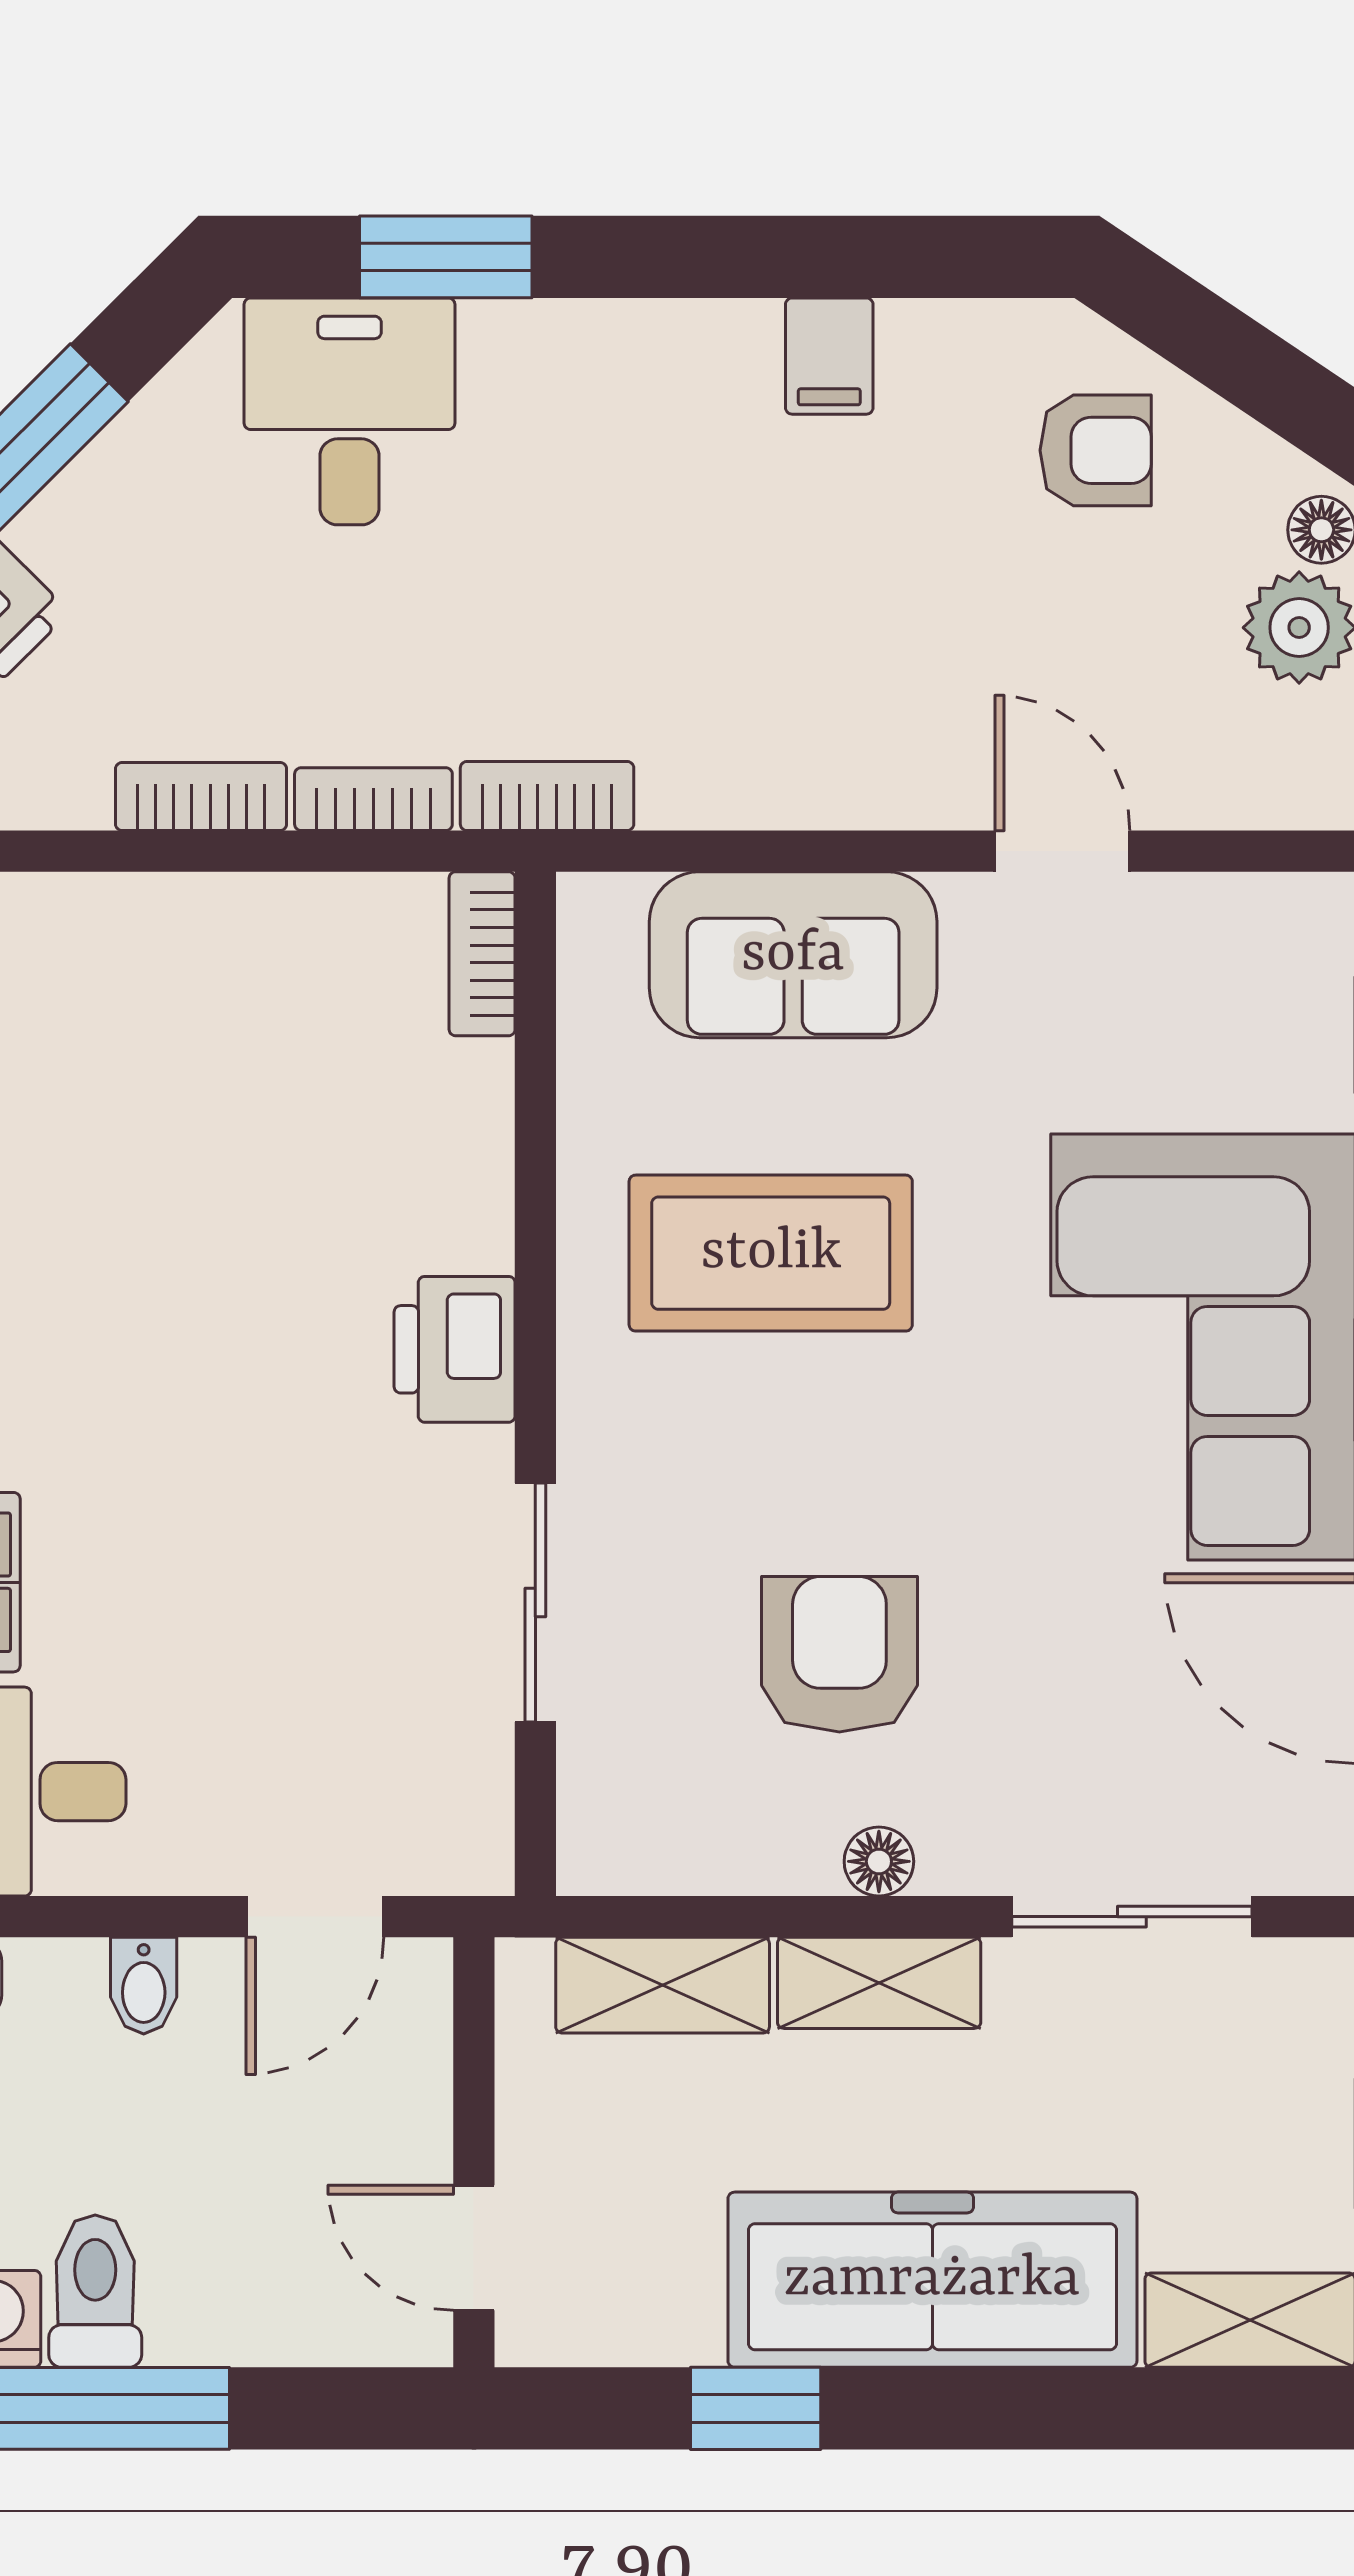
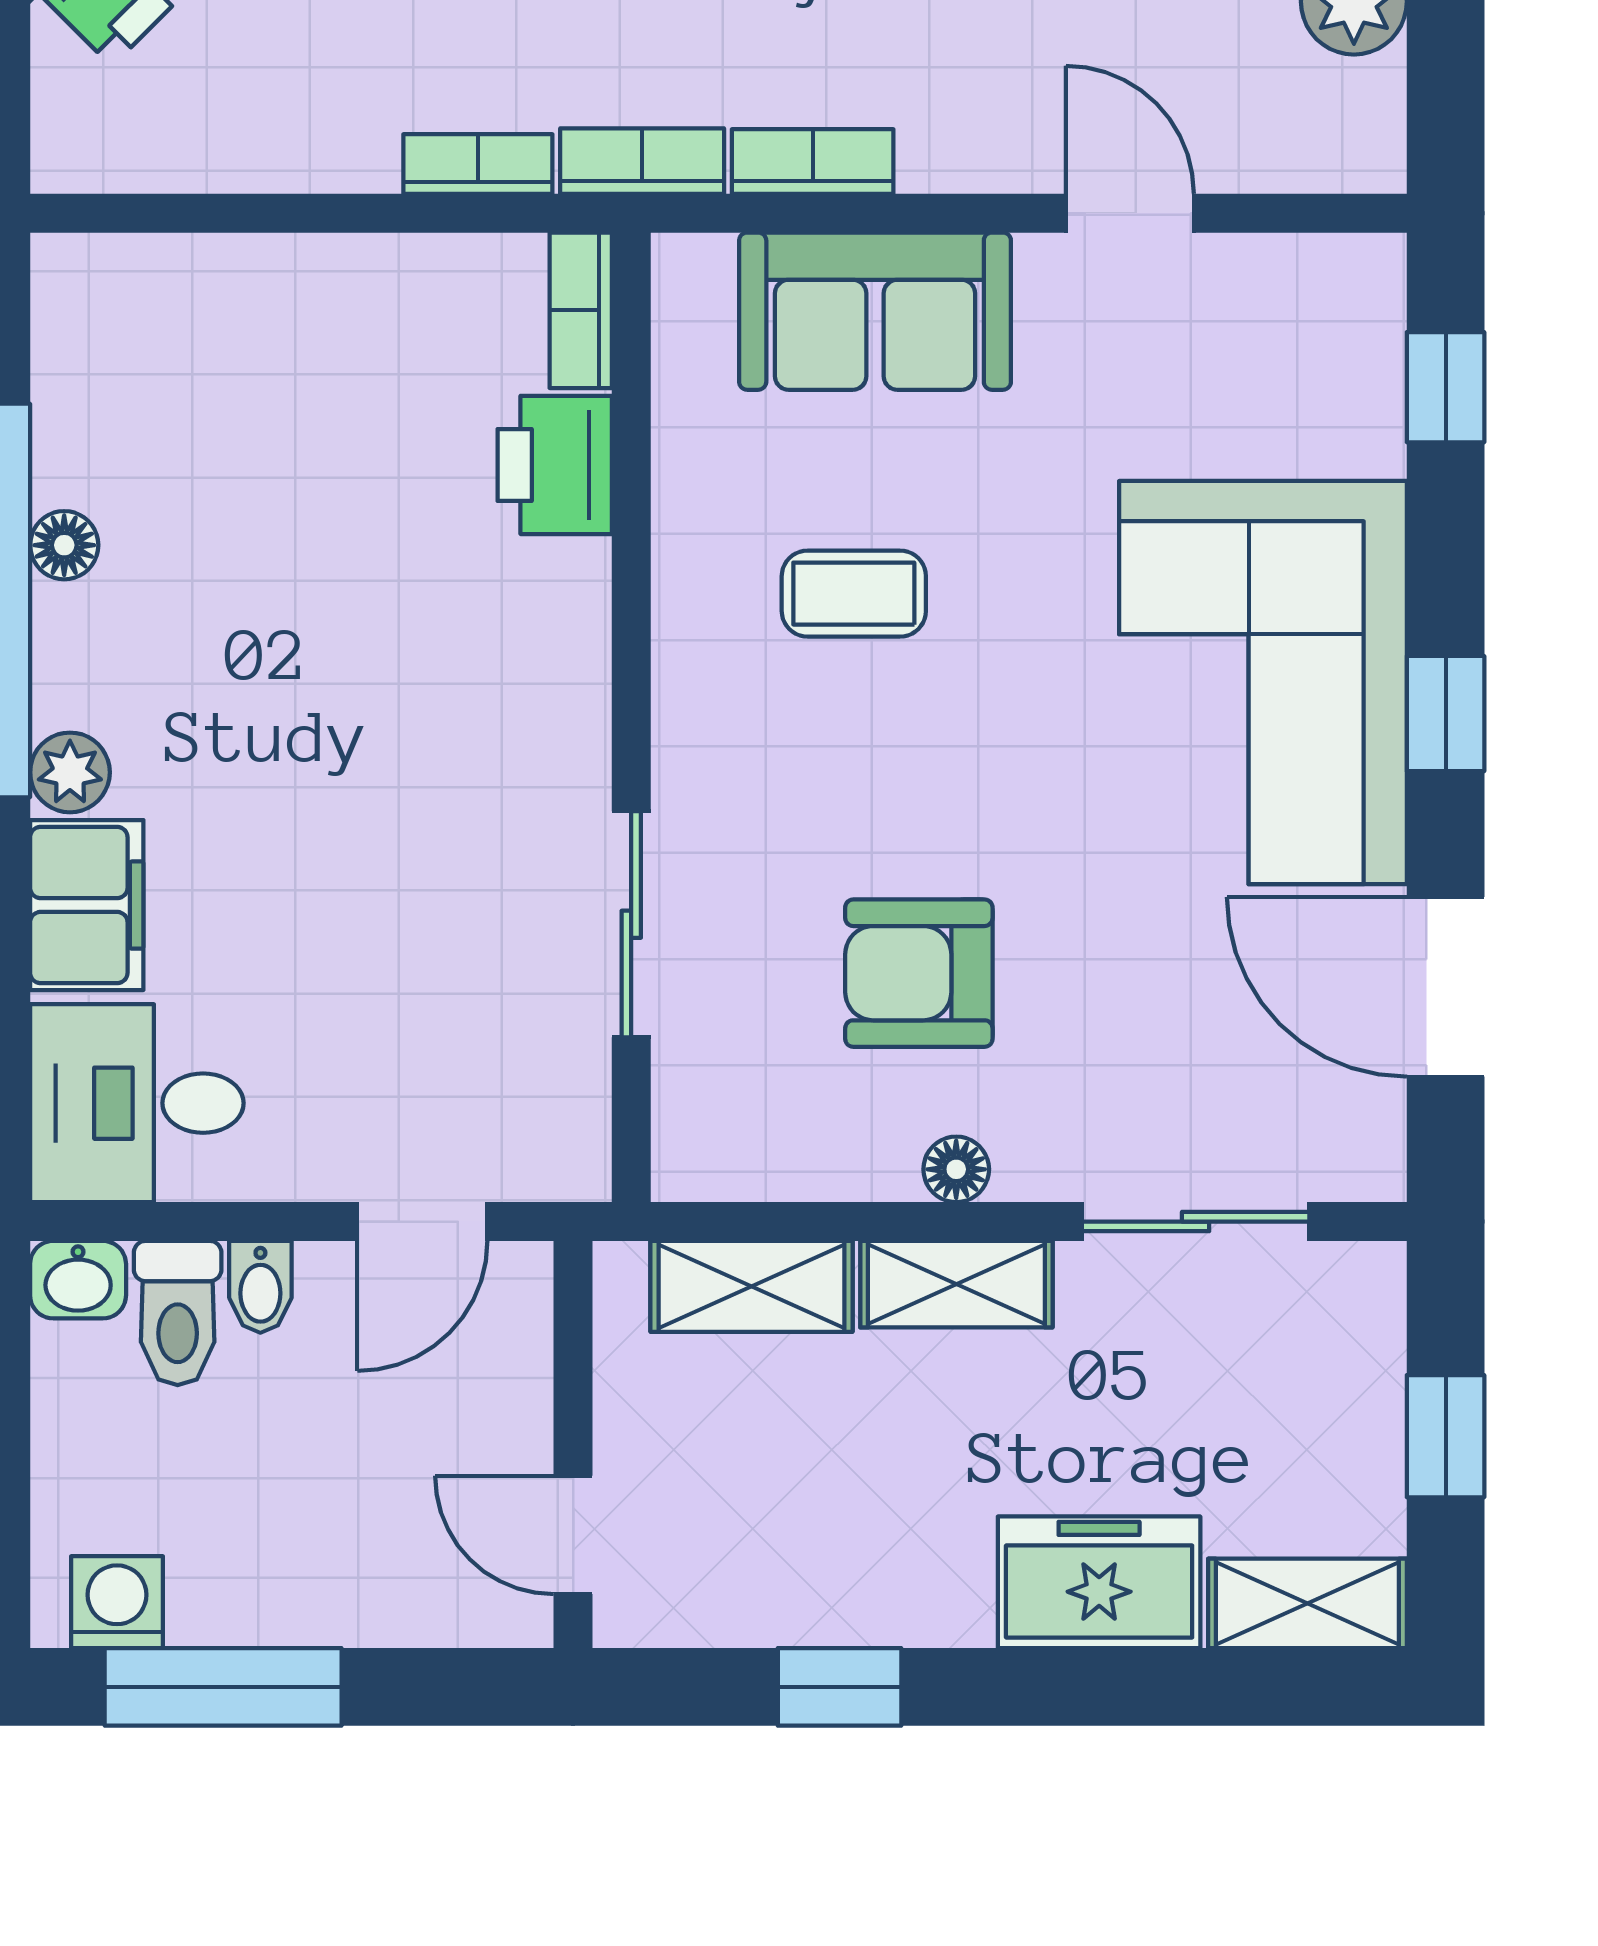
bookcase: (201, 796) -> (813, 161), moved
coffee table: (771, 1253) -> (854, 594), width x0.54, depth x0.58
printer: (455, 1349) -> (555, 465), moved
armchair: (839, 1654) -> (919, 973), turned -90
freezer: (932, 2280) -> (1099, 1582), width x0.52, depth x0.79
toilet: (95, 2291) -> (178, 1313), moved, turned 180

